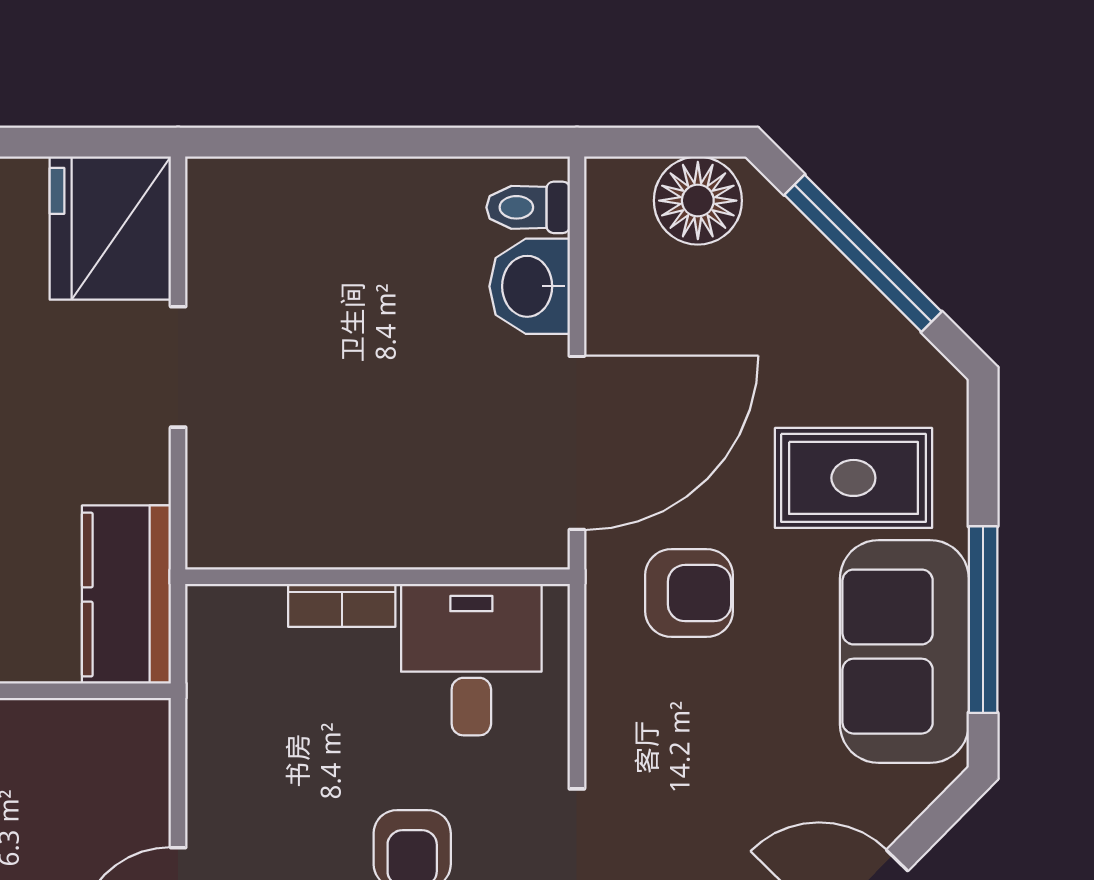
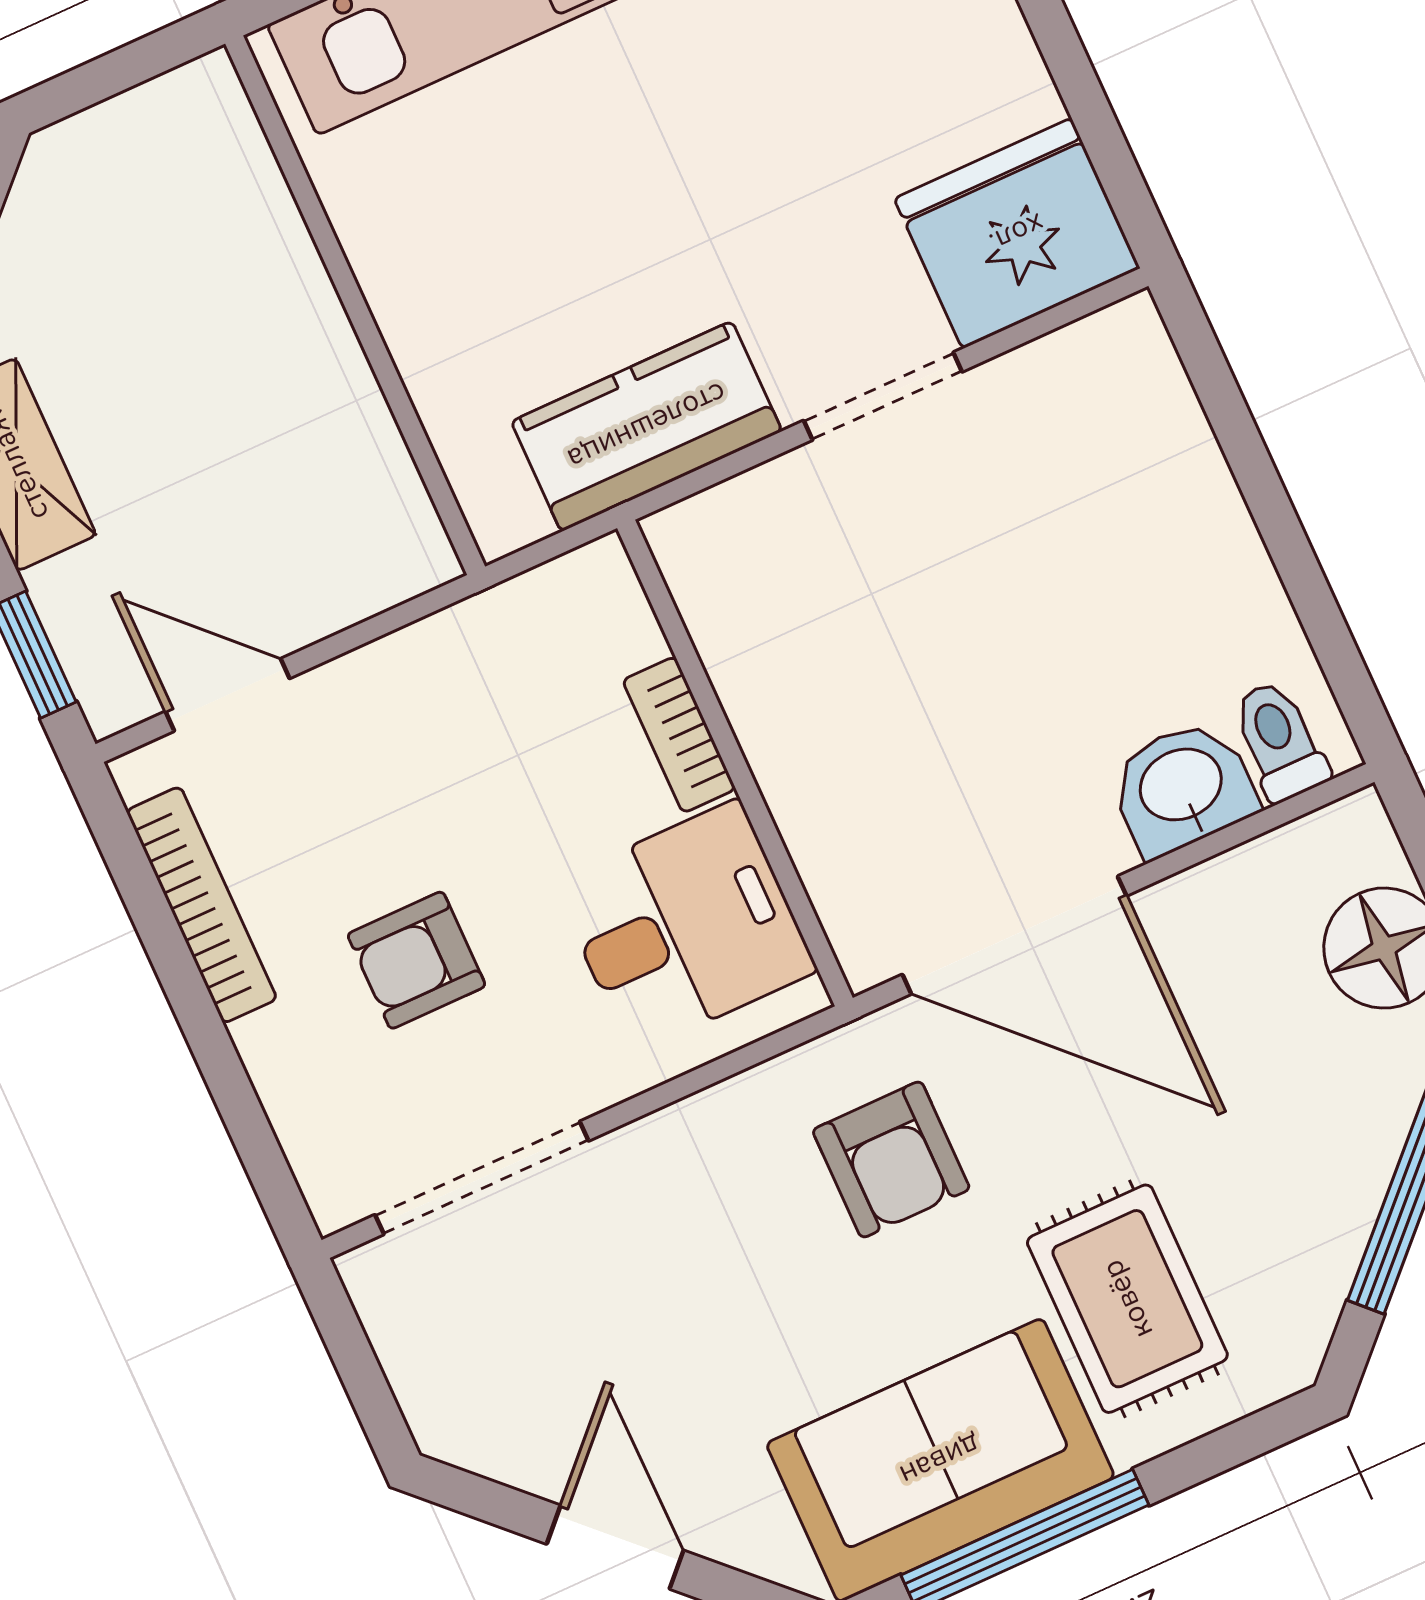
kitchen counter: (126, 595) -> (647, 426), moved

